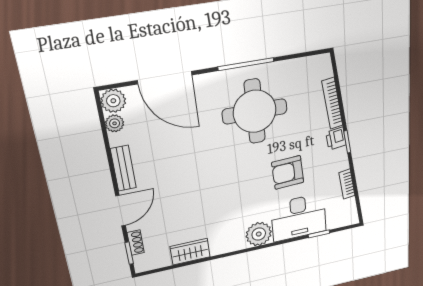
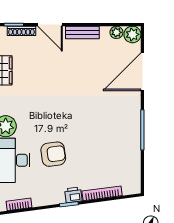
round table: (255, 111) -> (107, 133), removed
armchair: (288, 172) -> (53, 154), turned 85
bookcase: (347, 184) -> (19, 204), moved
shoe rack: (136, 243) -> (21, 31), width x1.43

